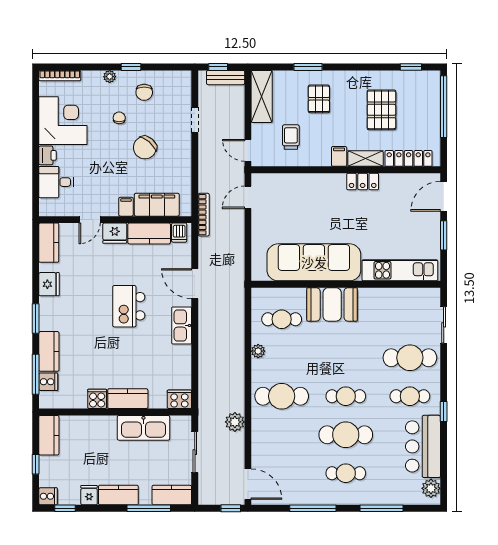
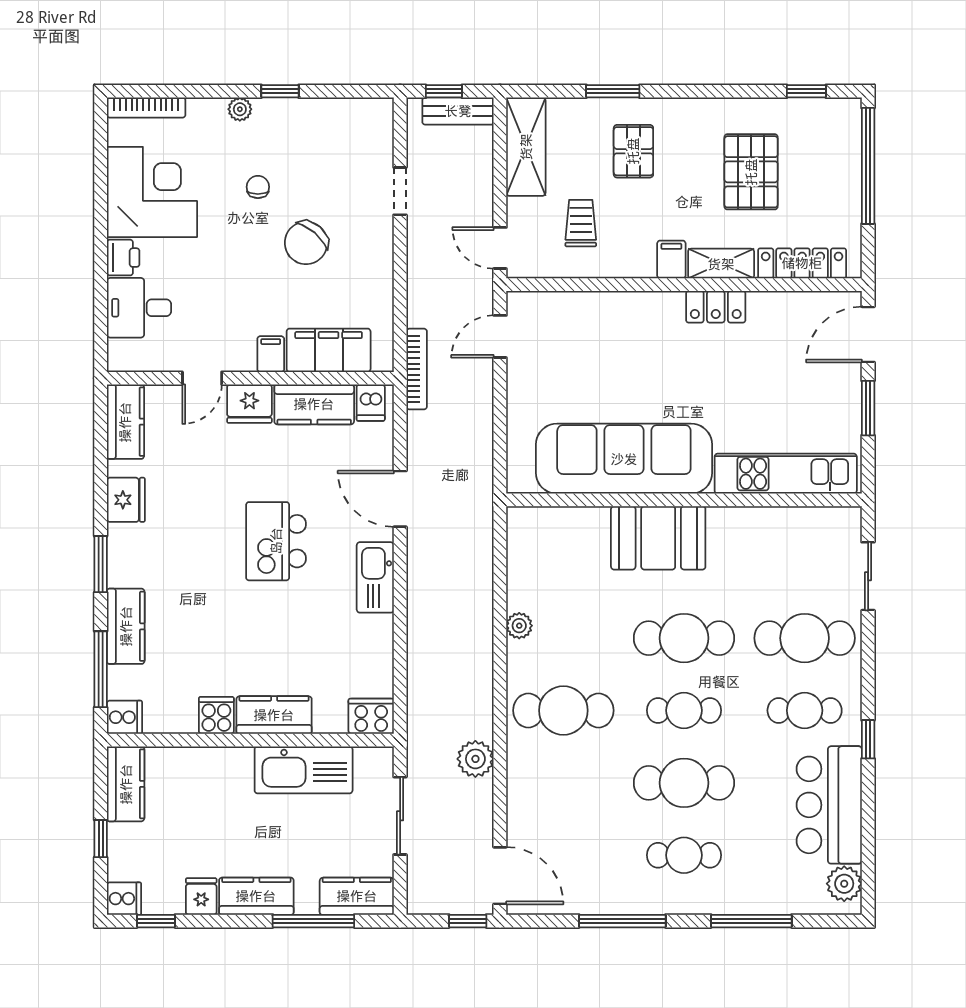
chair: (144, 92) -> (305, 139), removed
cafe table: (282, 319) -> (684, 638), moved, width x1.37, depth x1.35
cooker: (48, 382) -> (124, 717), moved

